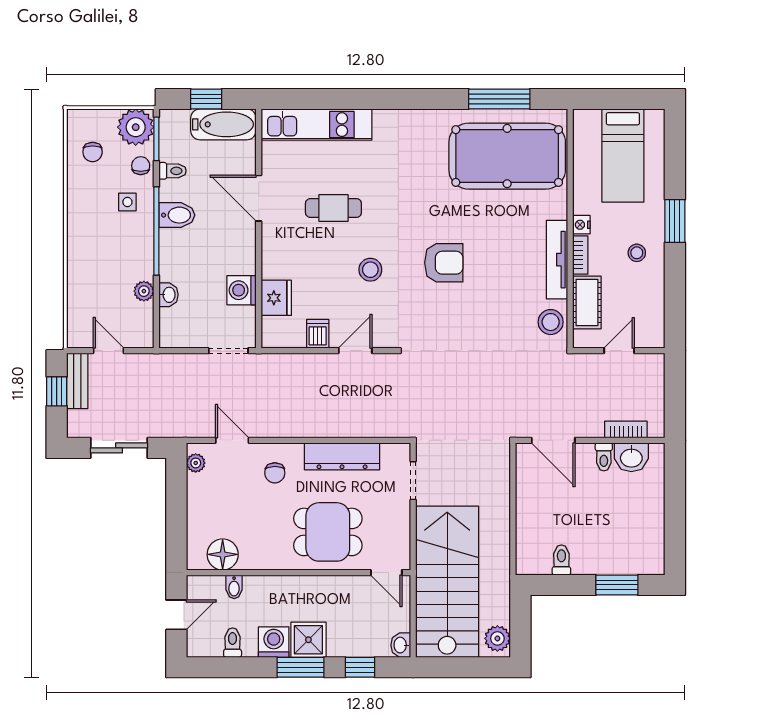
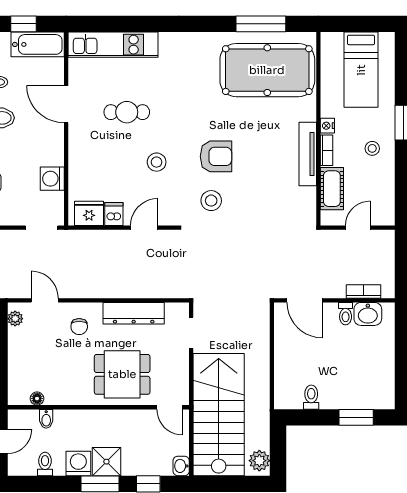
fridge: (276, 298) -> (89, 213), moved, turned -90
stool: (551, 322) -> (211, 201), moved
floor lamp: (223, 554) -> (37, 399), width x0.53, depth x0.53

